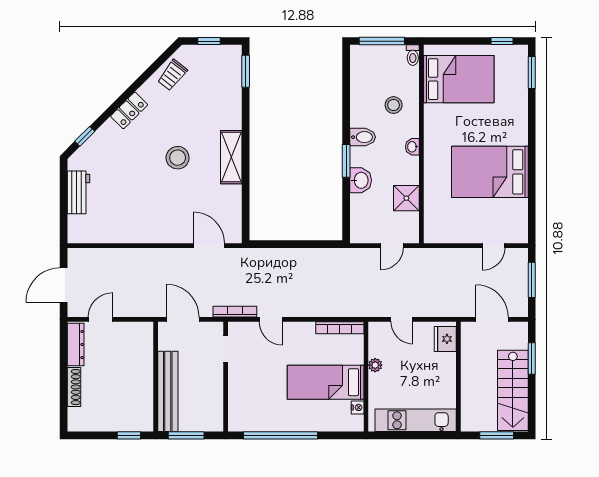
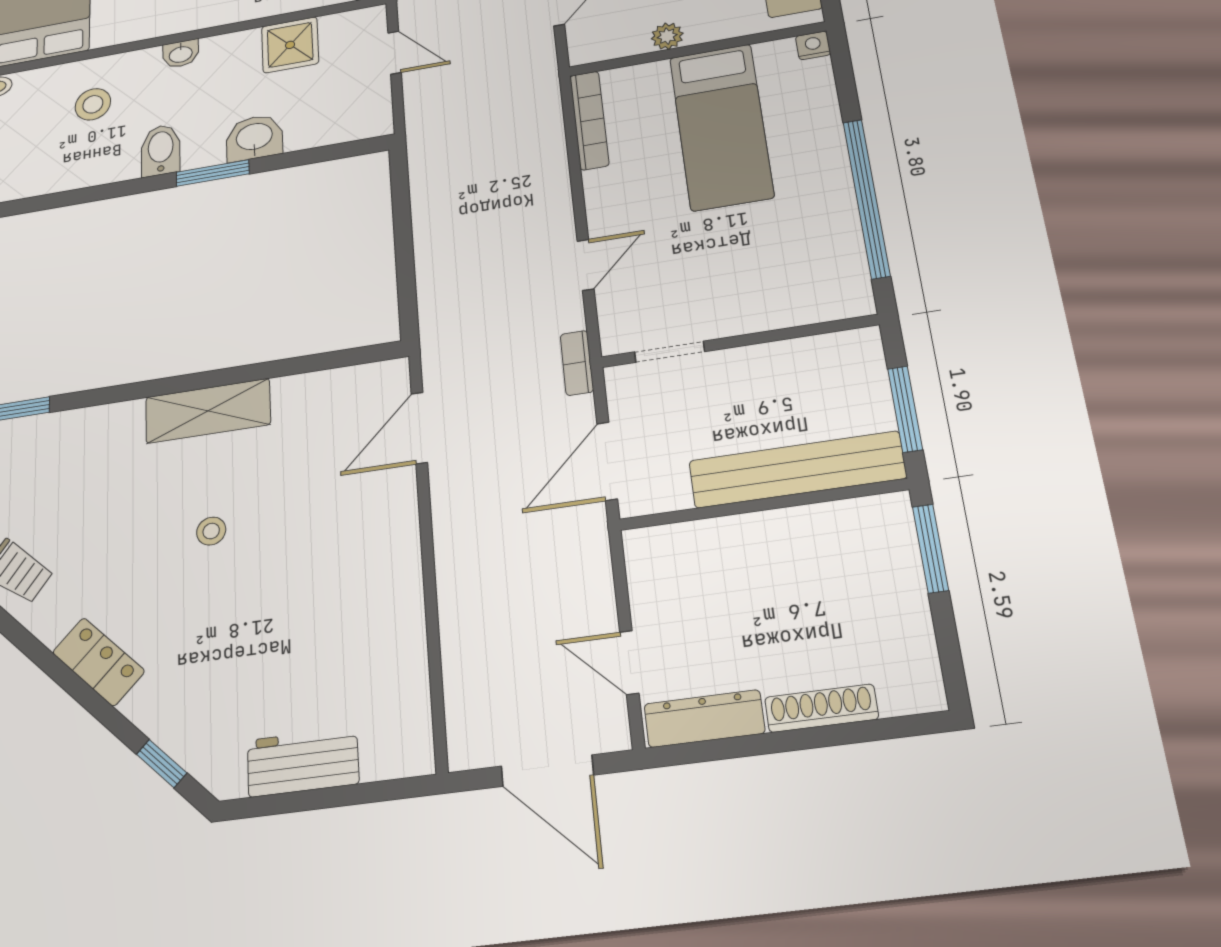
stool: (178, 158) -> (211, 531), width x0.53, depth x0.53
bookcase: (235, 312) -> (577, 363), width x0.64
nightstand: (358, 407) -> (813, 45), moved
window: (129, 435) -> (931, 548), width x1.50

